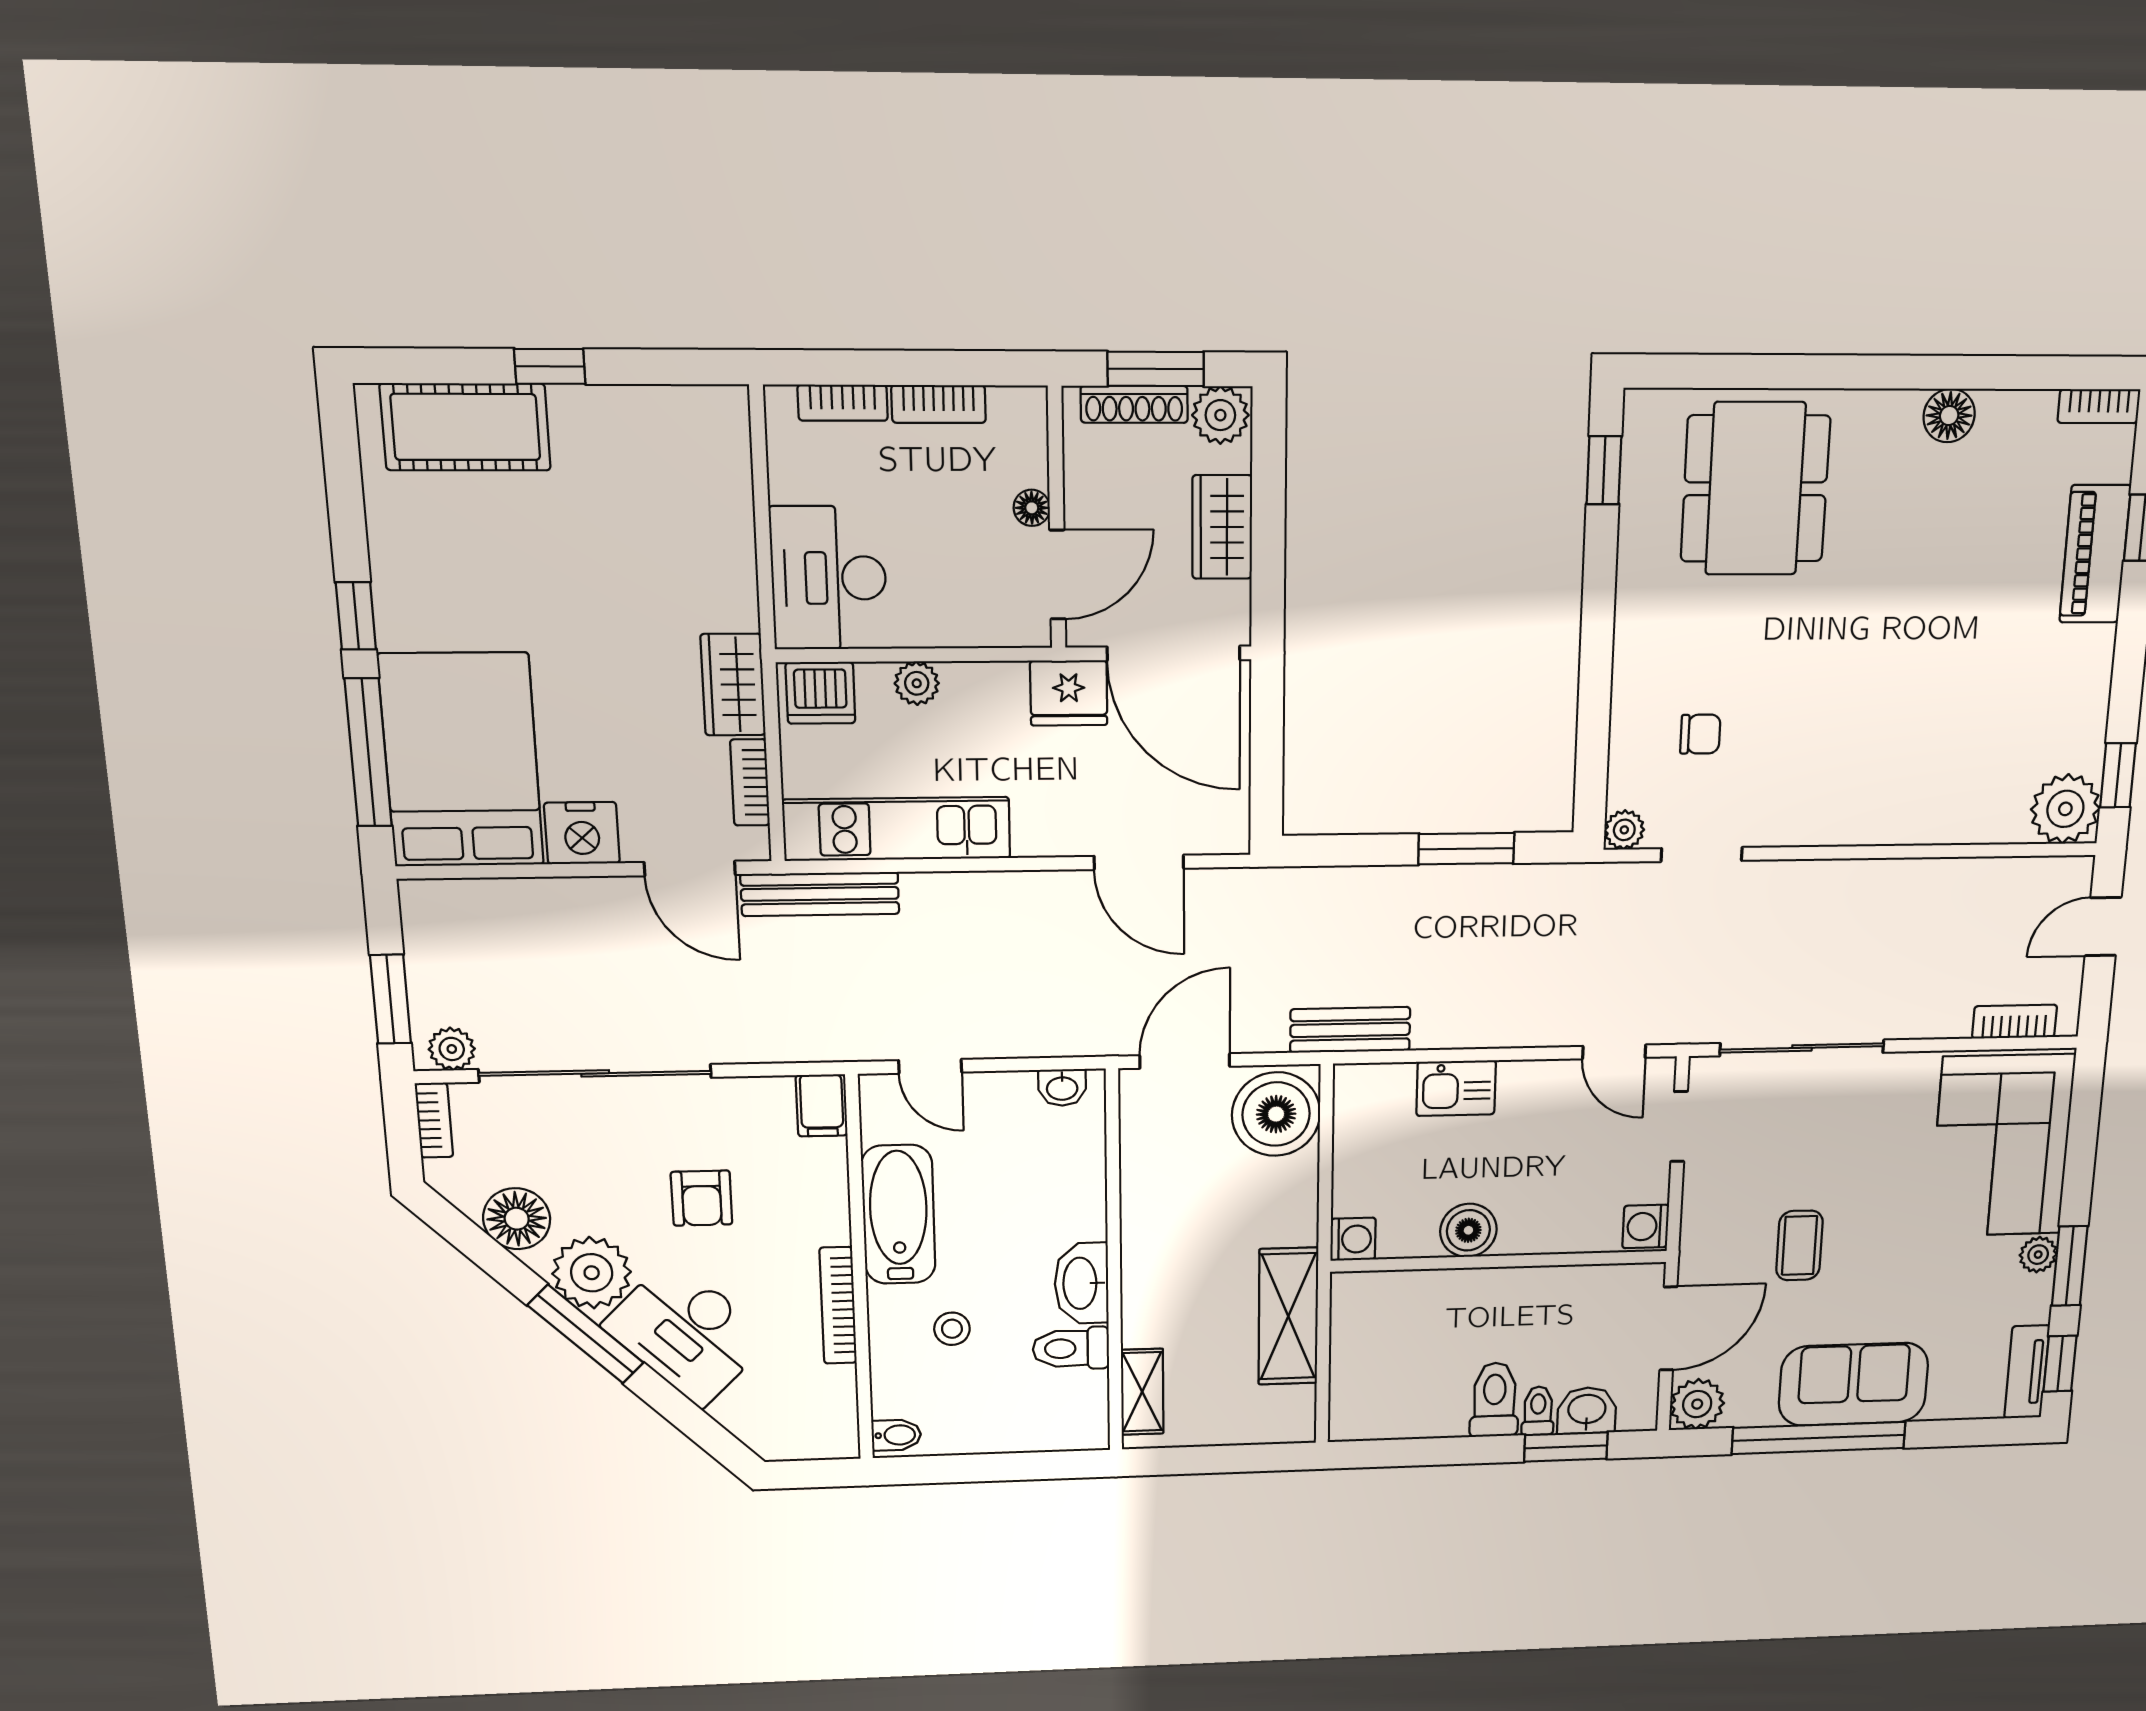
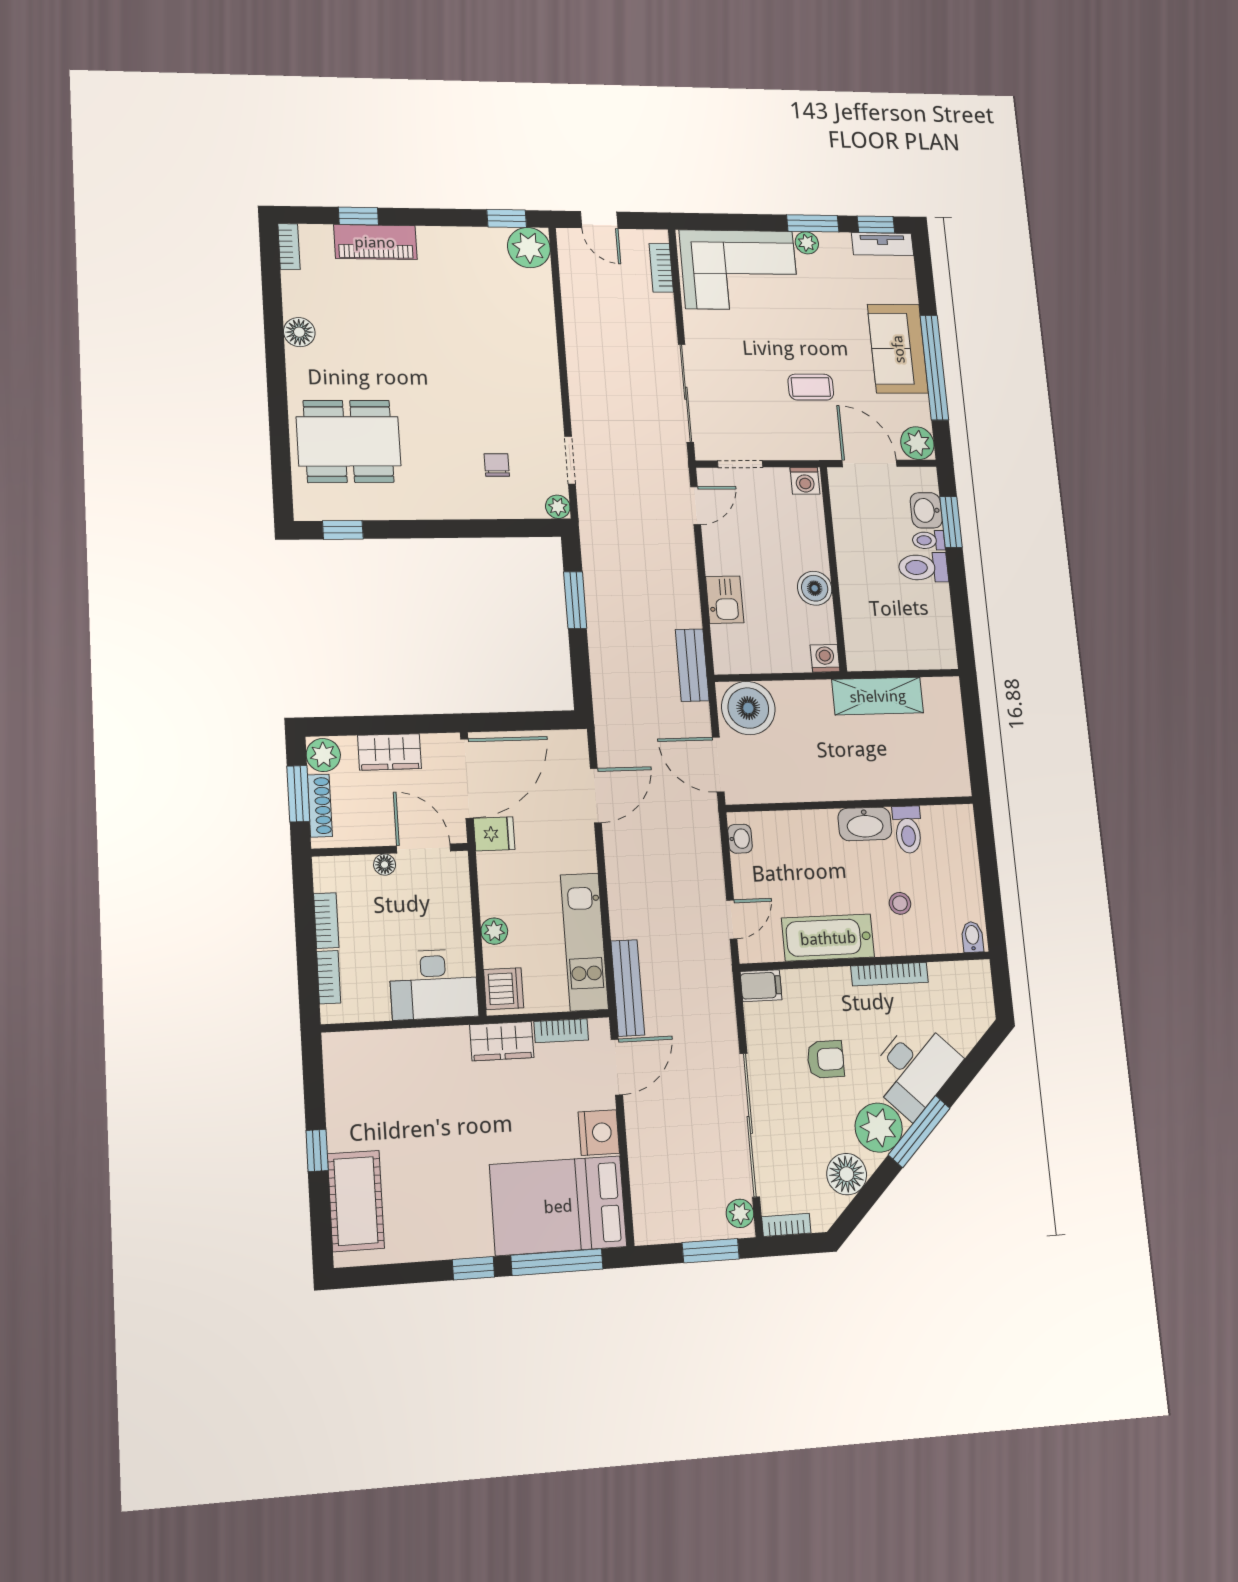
fridge: (1069, 693) -> (494, 834), width x0.72
shelving: (1142, 1392) -> (933, 785), removed

